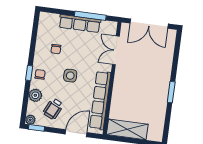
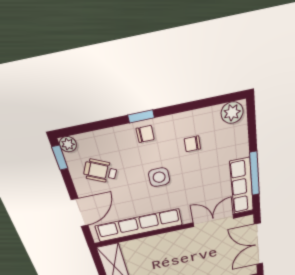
row of seats: (80, 23) -> (242, 187), moved
plant: (35, 95) -> (232, 113), moved
door: (76, 133) -> (80, 213), hinge flipped

